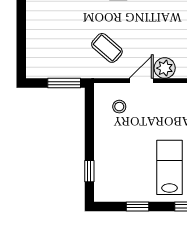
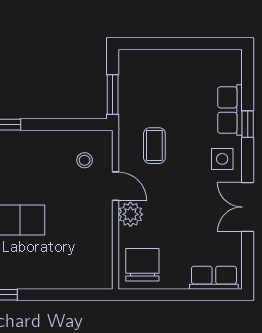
coffee table: (107, 48) -> (154, 146), turned -41

